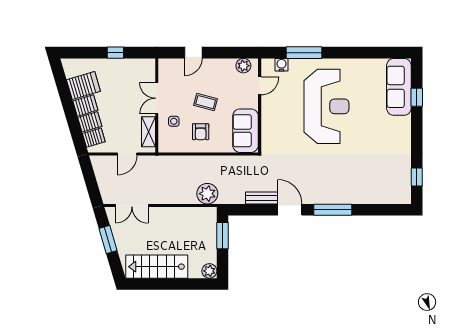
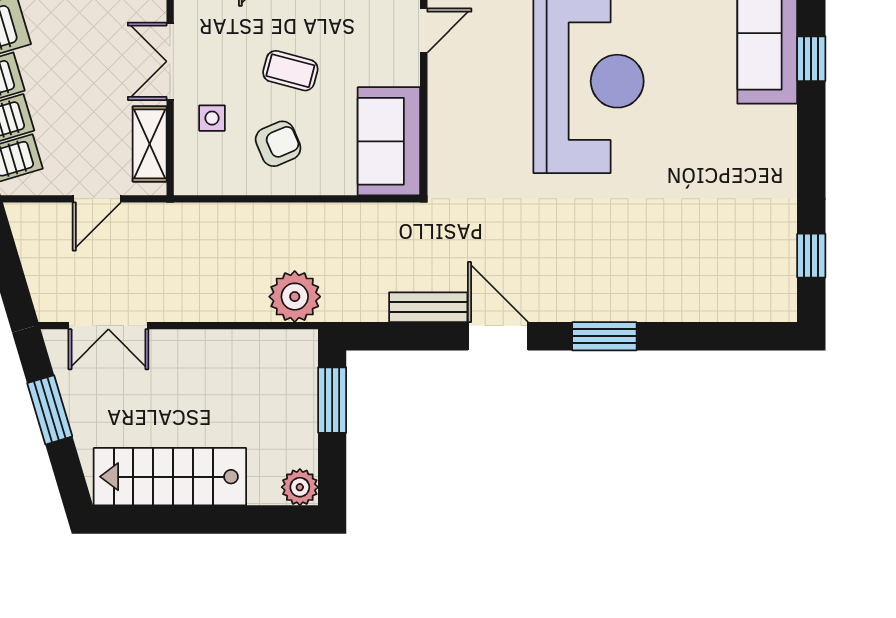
armchair: (201, 132) -> (278, 144), turned -113
window: (333, 210) -> (604, 336), width x0.69

